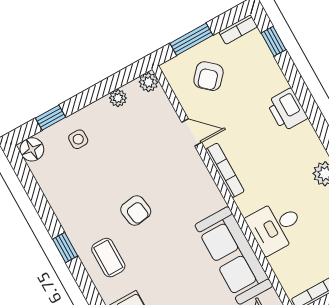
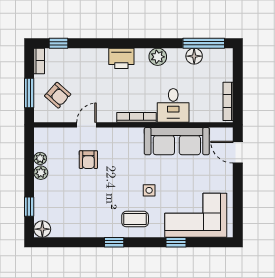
plant: (149, 82) -> (41, 173), moved
printer: (287, 110) -> (121, 58), moved
side table: (78, 139) -> (149, 190), moved
bookcase: (225, 170) -> (137, 117), moved
armchair: (136, 211) -> (88, 160), moved, turned 99

